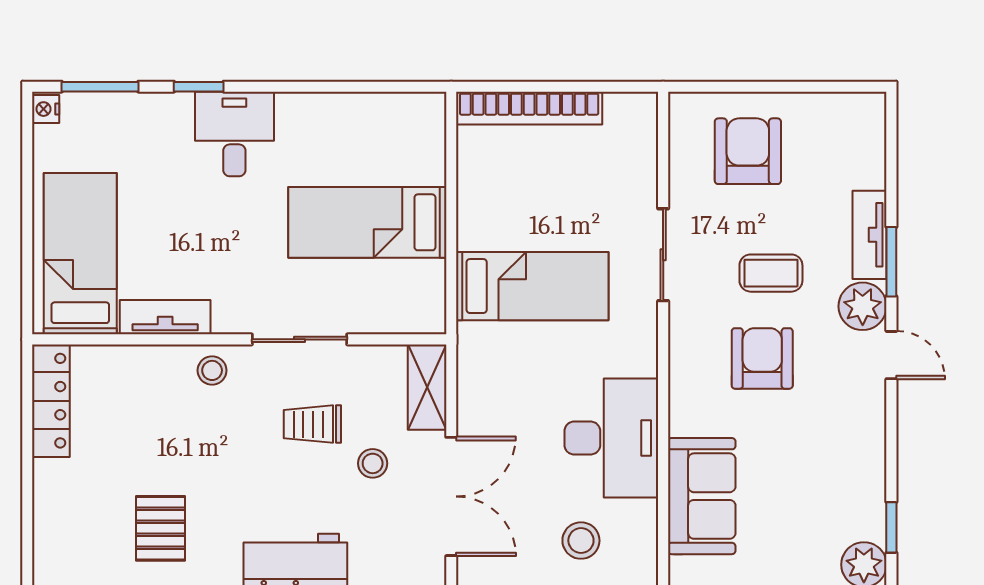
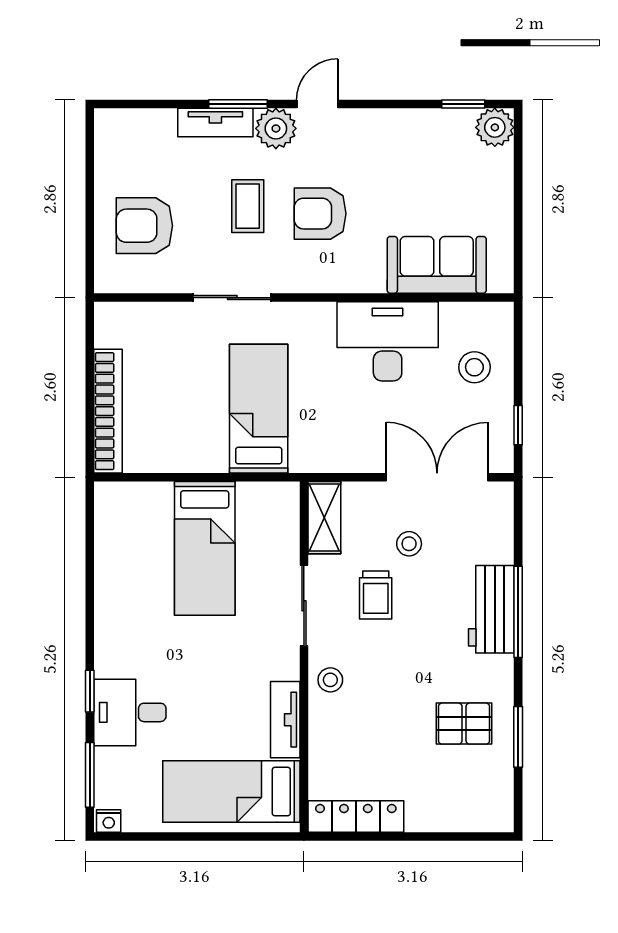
desk: (234, 134) -> (130, 712), moved
shelving: (427, 387) -> (324, 518), moved, turned 90

